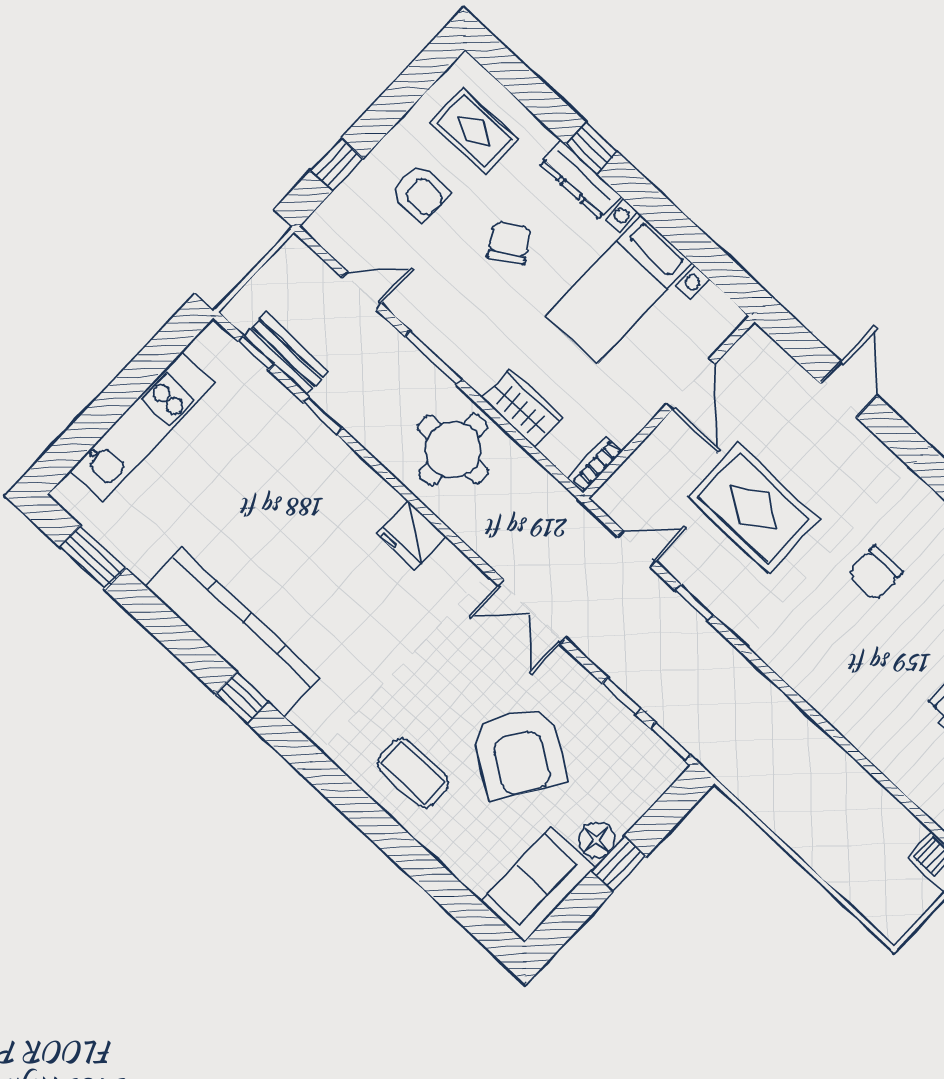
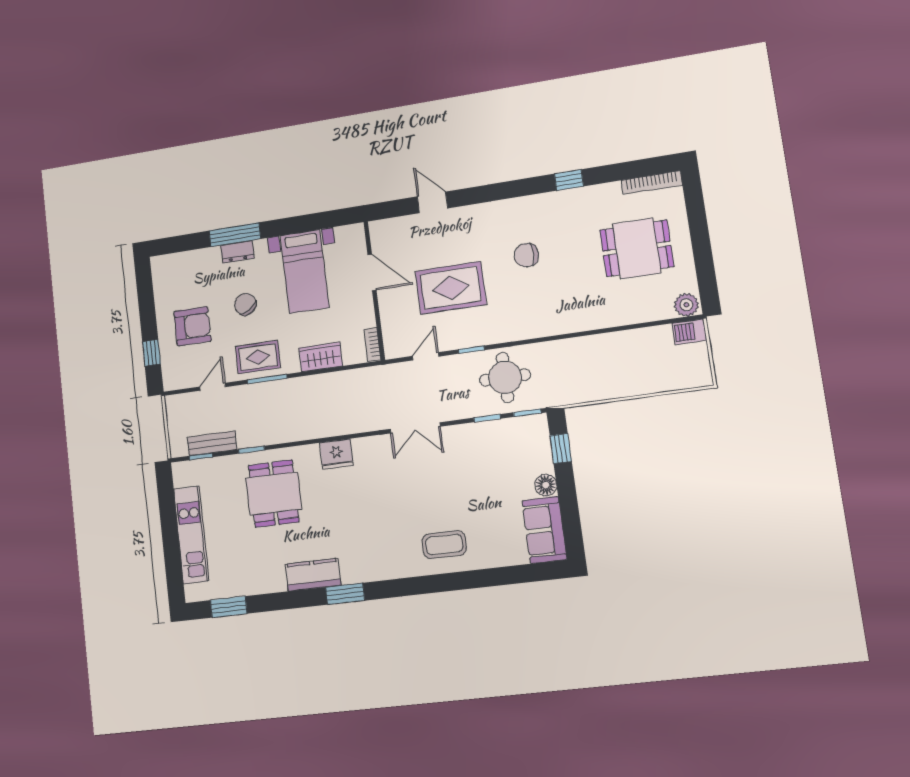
rug: (474, 131) -> (258, 357), moved
window: (591, 148) -> (235, 235), width x2.17
dresser: (580, 180) -> (237, 252), width x0.70
armchair: (420, 193) -> (193, 326), width x1.38, depth x1.38
round table: (453, 450) -> (505, 377), moved
dining table: (290, 494) -> (274, 494), added
chair: (875, 573) -> (526, 255), turned 90
kitchen counter: (232, 632) -> (313, 575), width x0.48, depth x0.86
window: (242, 697) -> (345, 594), width x1.50
armchair: (519, 752) -> (475, 487), removed
window: (619, 864) -> (561, 448), moved

